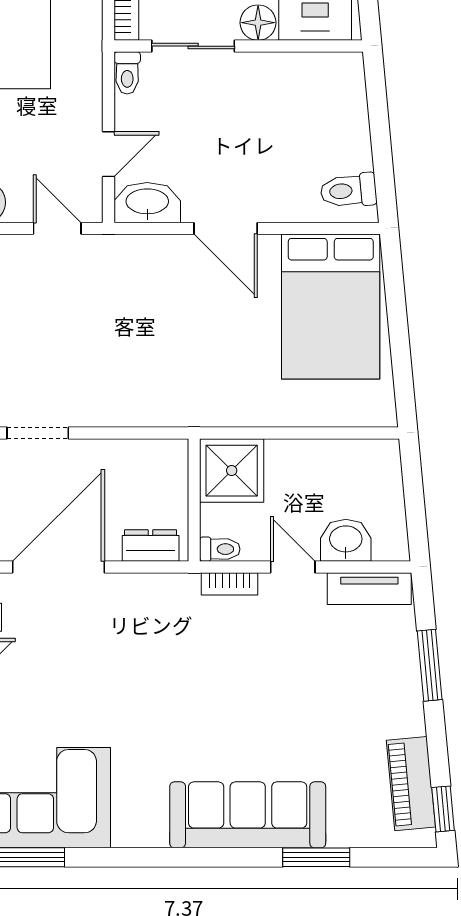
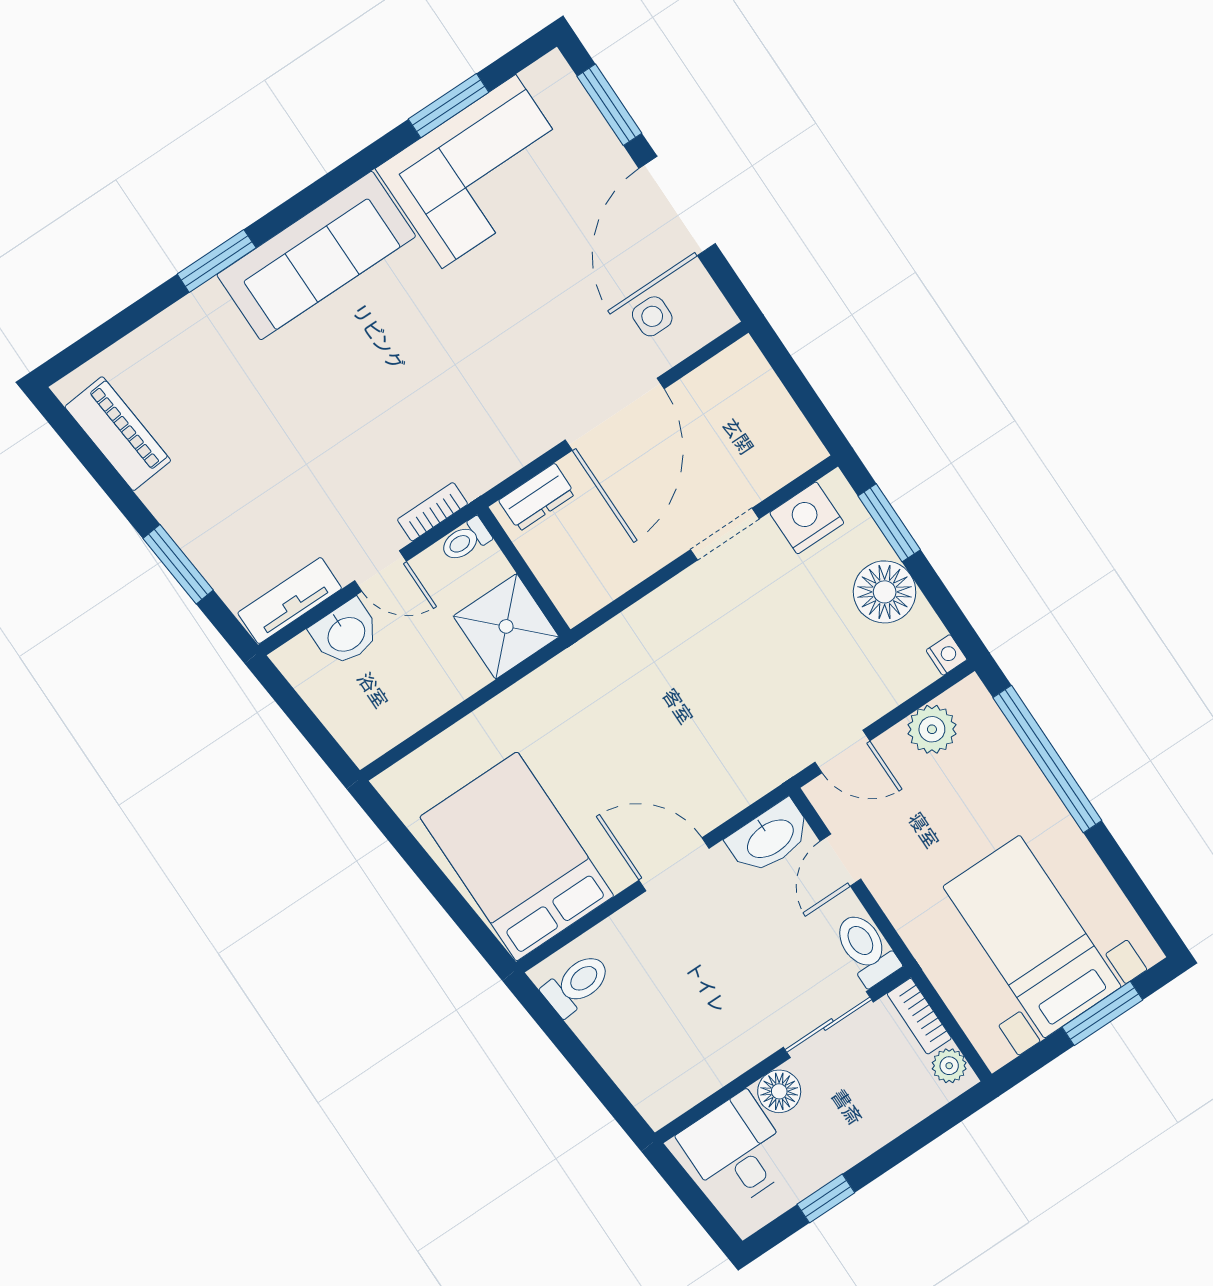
toilet: (127, 73) -> (866, 949), width x1.37, depth x1.39
window: (443, 809) -> (69, 430), removed
sofa: (248, 815) -> (316, 256), moved
window: (316, 857) -> (217, 261), moved

